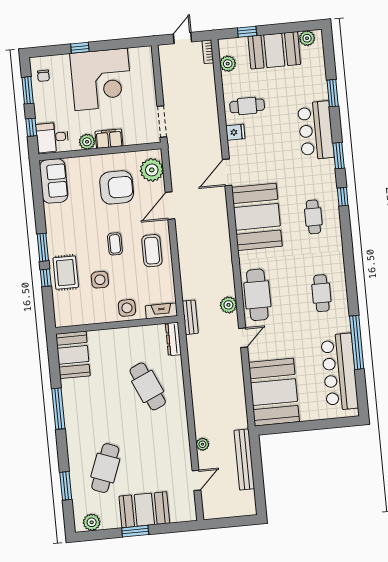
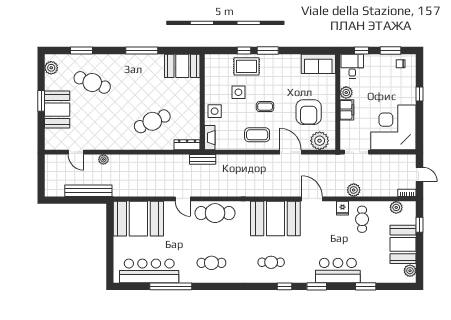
corner desk: (101, 79) -> (393, 127), moved, turned 90
plant: (228, 305) -> (354, 190), moved

